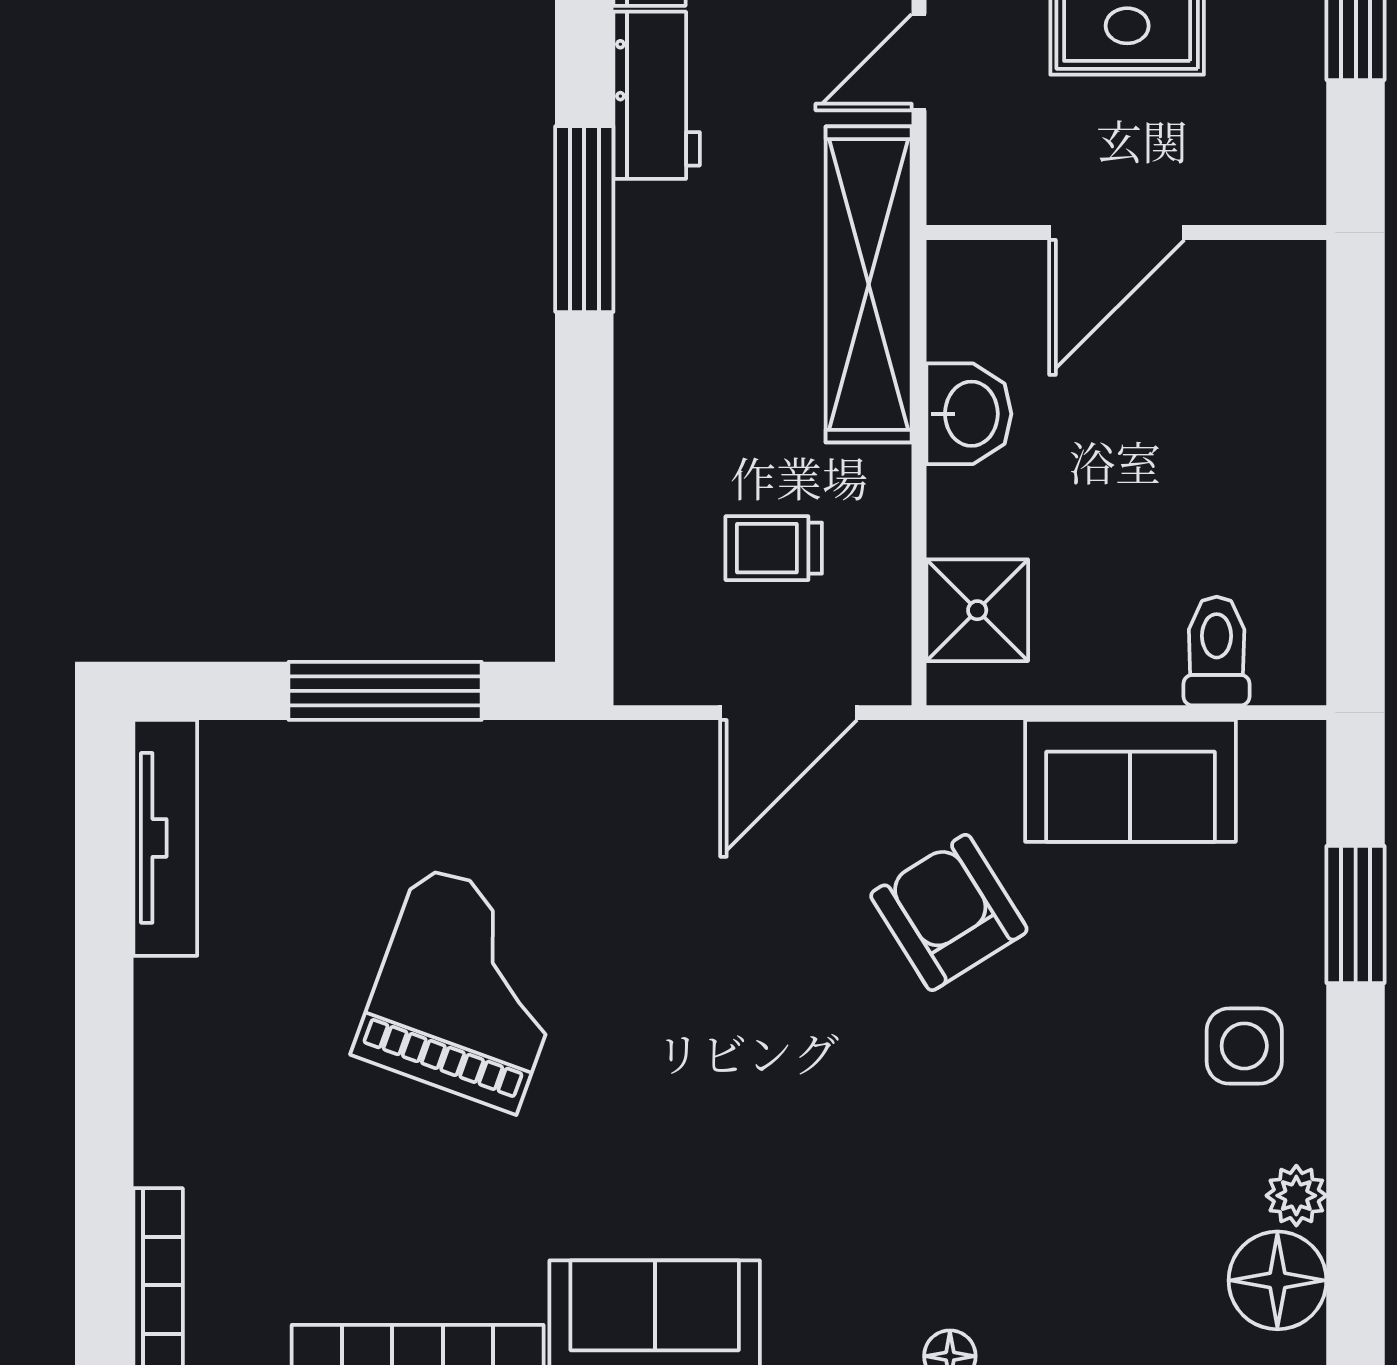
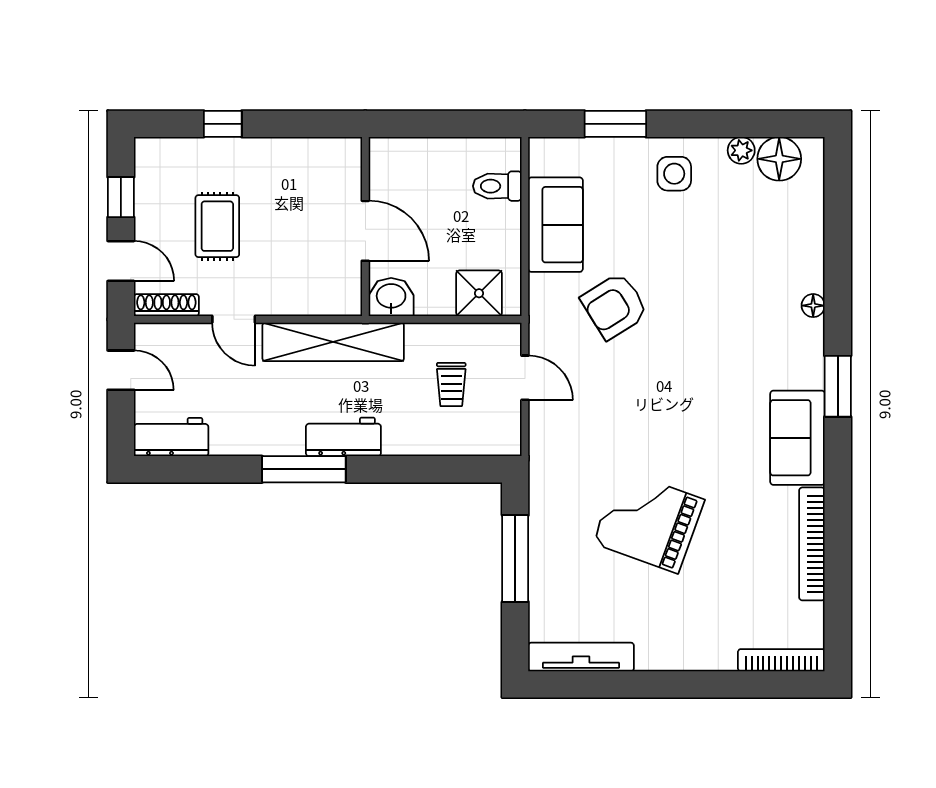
workbench: (657, 95) -> (343, 437), moved
door: (1117, 233) -> (365, 231), moved
wall: (1126, 233) -> (365, 226), moved
door: (789, 713) -> (525, 378), width x0.73

